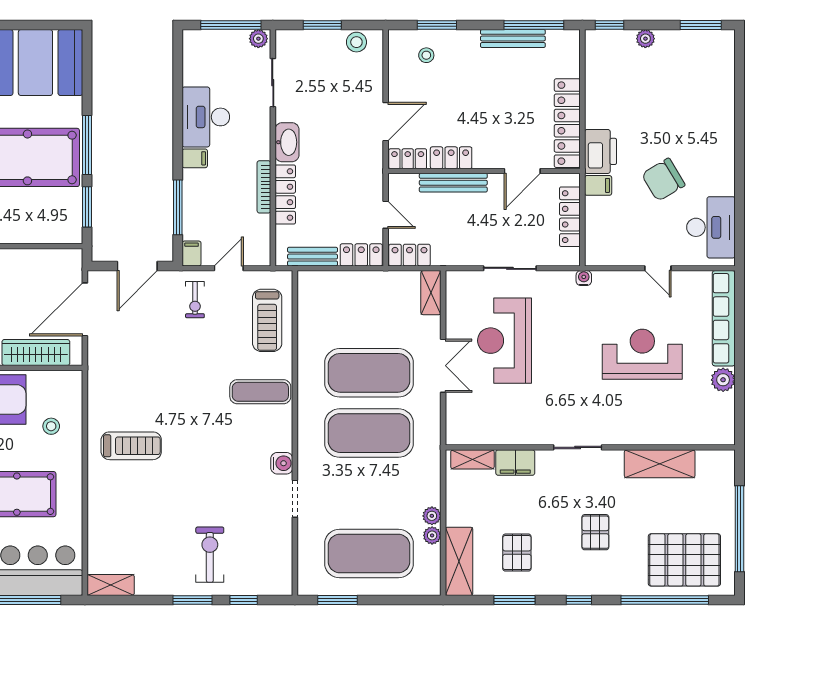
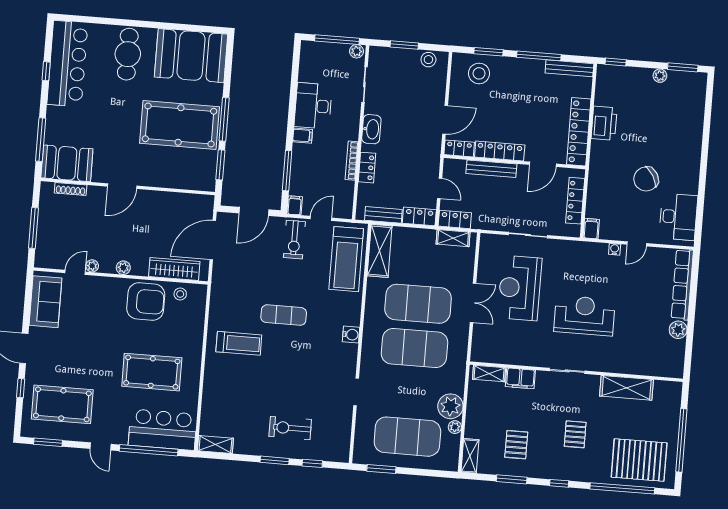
window: (534, 25) -> (539, 56), moved
bench: (513, 38) -> (569, 68), moved
plant: (645, 39) -> (660, 76), moved
stool: (426, 55) -> (479, 73), width x1.89, depth x1.89
printer: (601, 151) -> (604, 123), moved
locker: (451, 158) -> (500, 151), width x1.53
filing cabinet: (598, 185) -> (591, 229), moved, turned -90
locker: (285, 194) -> (367, 168), width x0.66
door: (658, 268) -> (637, 244), hinge flipped
water cooler: (584, 278) -> (615, 249), moved
shelving: (431, 293) -> (453, 238), moved, turned 90
exercise bike: (195, 300) -> (294, 240), width x1.38, depth x1.39
shelving: (311, 306) -> (380, 251), added
treadmill: (267, 320) -> (346, 259), width x1.37, depth x1.38
reception desk: (642, 354) -> (584, 316), moved
exercise mat: (260, 392) -> (284, 315), moved
stool: (51, 426) -> (180, 294), moved
water cooler: (282, 463) -> (351, 335), moved
plant: (432, 516) -> (450, 406), width x1.88, depth x1.88
exercise bike: (210, 555) -> (290, 428), turned -90
shelving: (459, 561) -> (470, 456), width x0.67, depth x0.75

